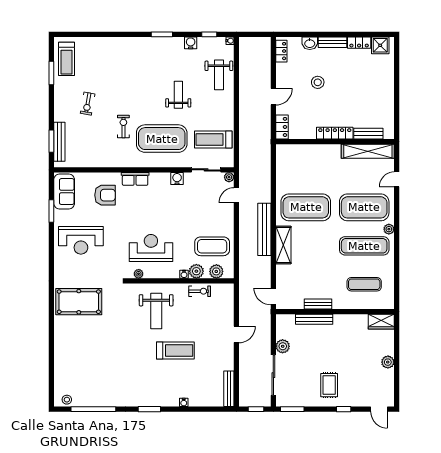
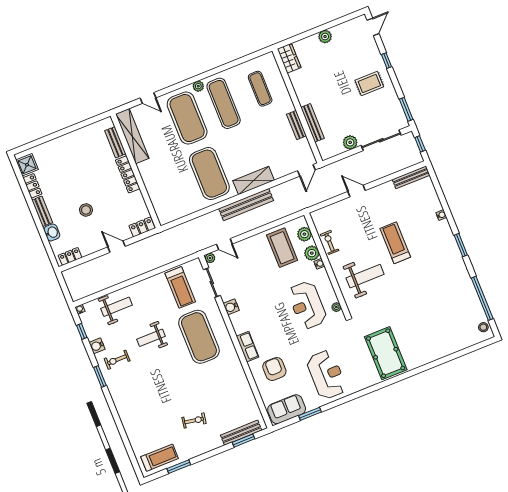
exercise bike: (123, 126) -> (117, 360), moved

